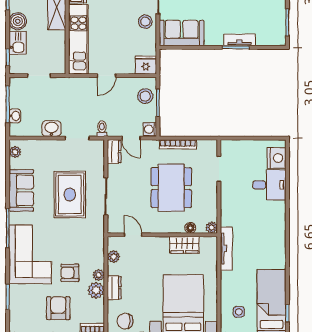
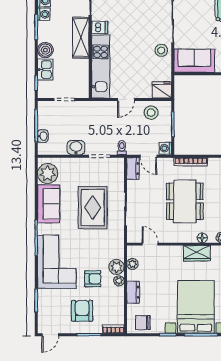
stool: (145, 96) -> (151, 113), moved
plant: (15, 152) -> (48, 174), width x1.87, depth x1.87
armchair: (70, 273) -> (93, 279), turned 180
plant: (96, 290) -> (117, 267), moved

